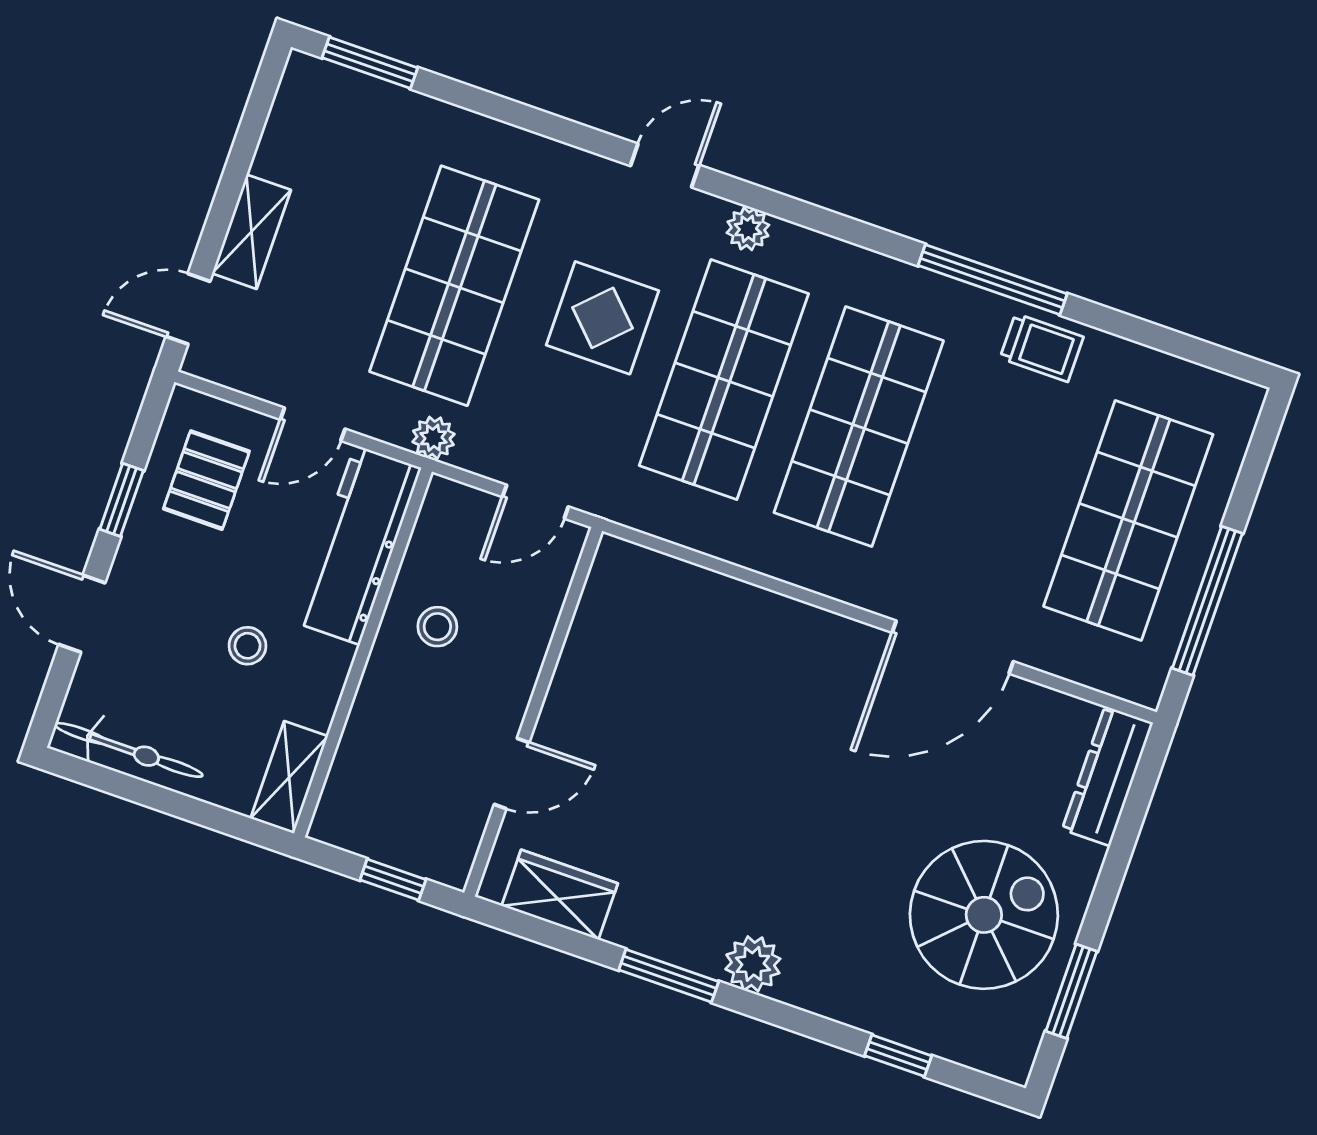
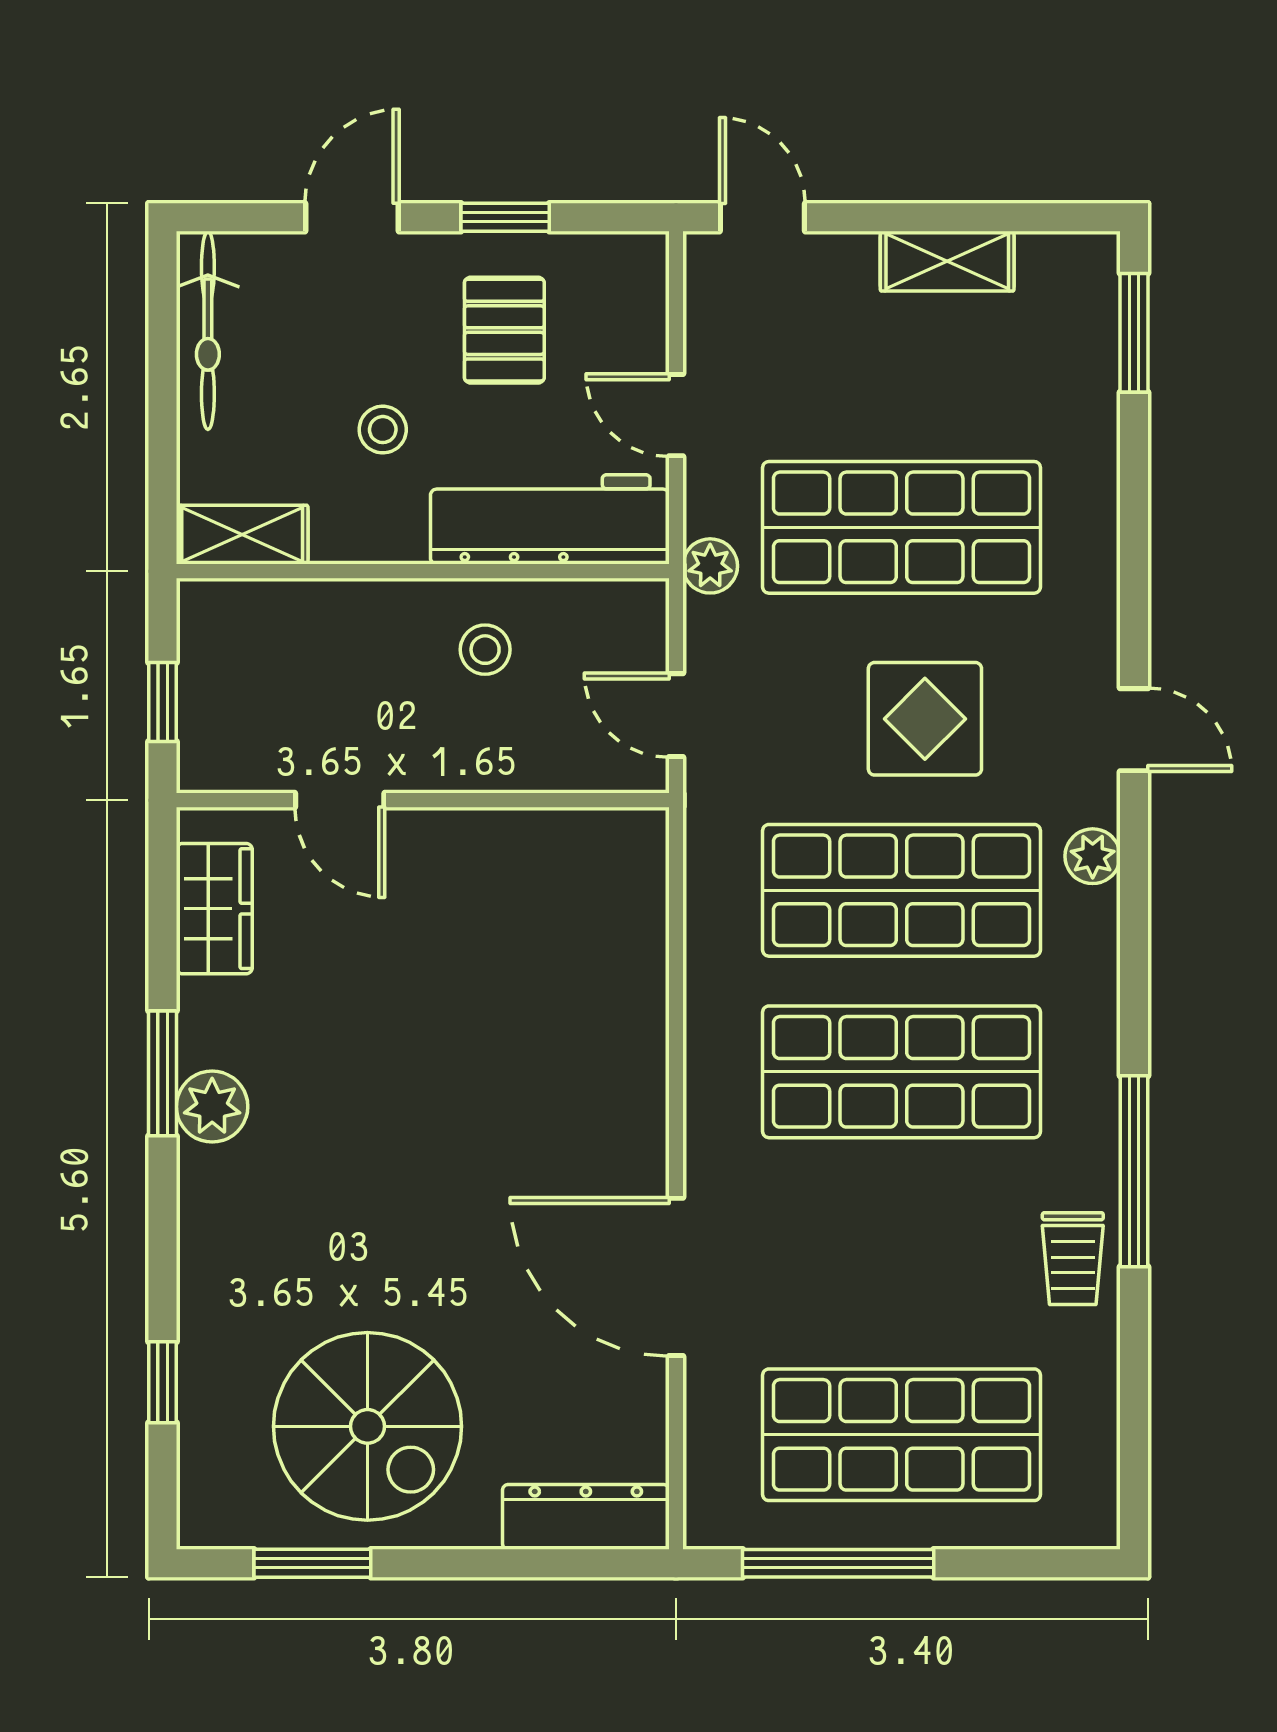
shelving: (251, 232) -> (947, 261), moved
pallet: (206, 480) -> (504, 330), moved, turned 90
plant: (753, 964) -> (212, 1107), moved

